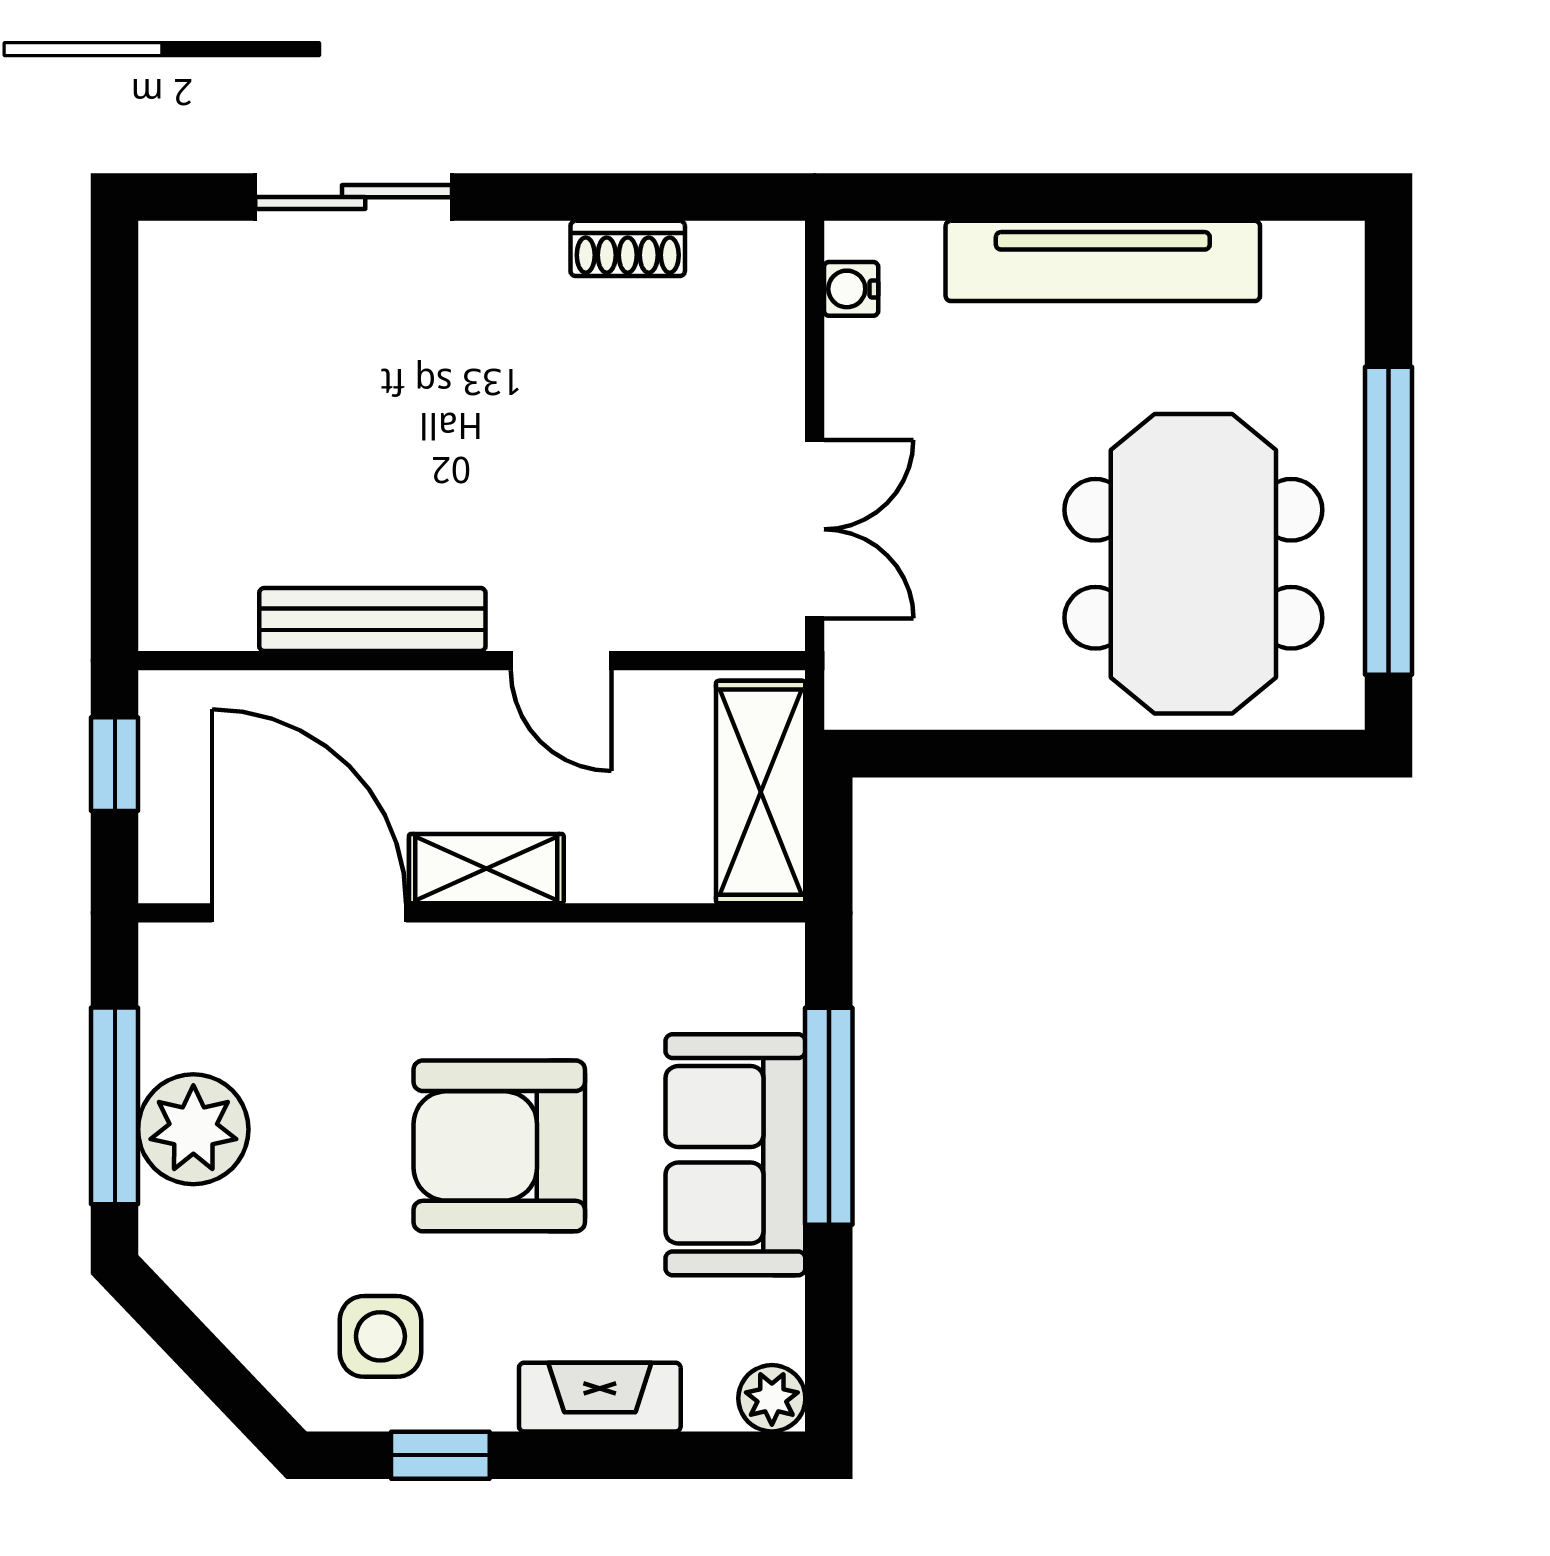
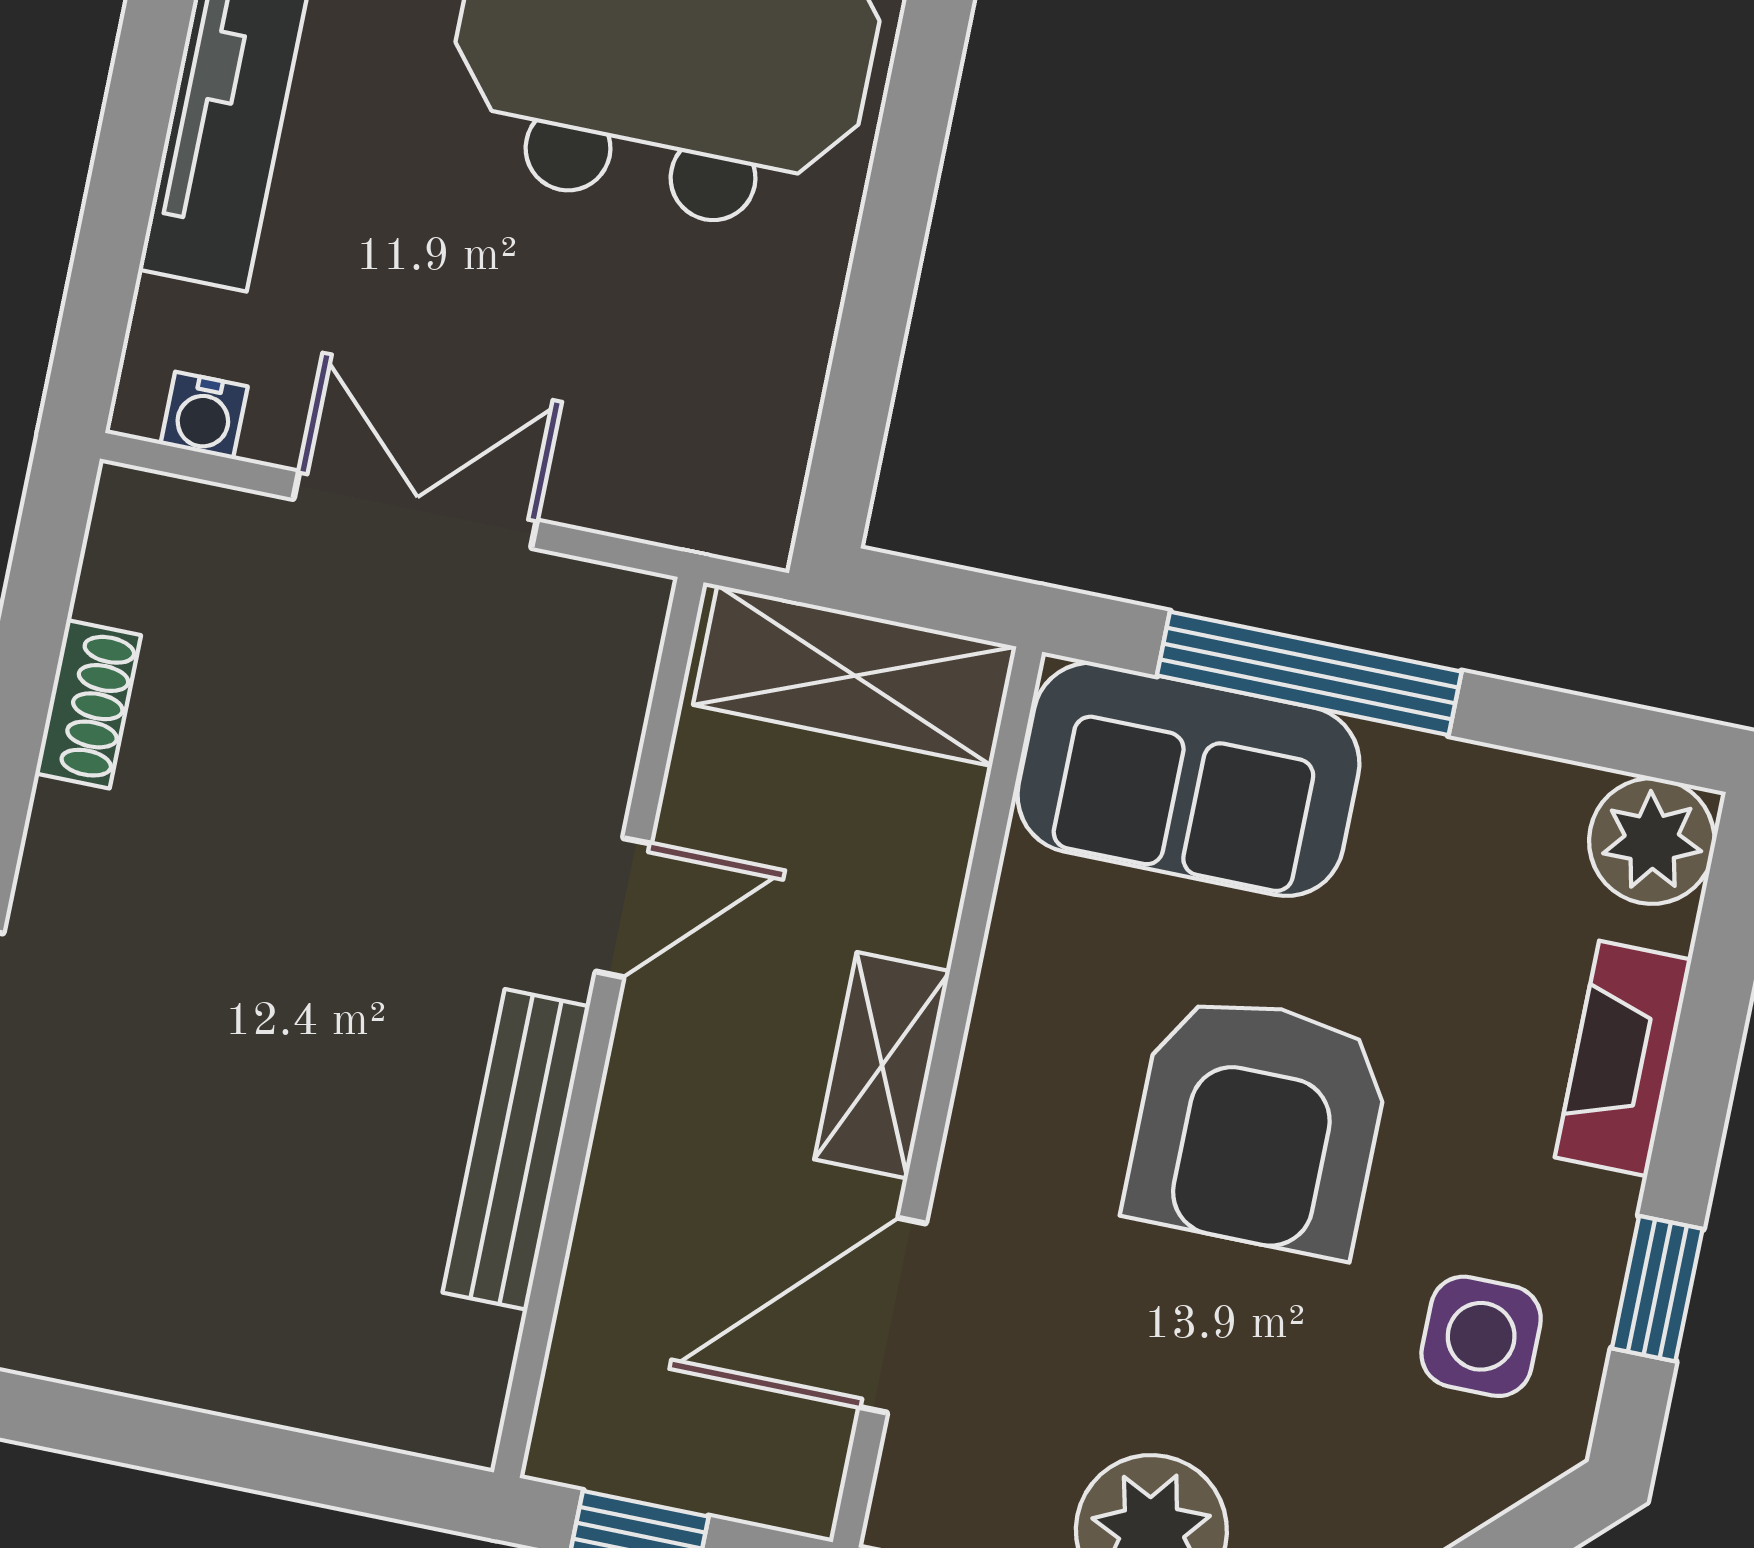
double door: (815, 529) -> (415, 510), moved
door: (309, 913) -> (893, 1315), width x0.73
sofa: (735, 1155) -> (1188, 779), moved
plant: (772, 1398) -> (1652, 841), width x1.38, depth x1.38

